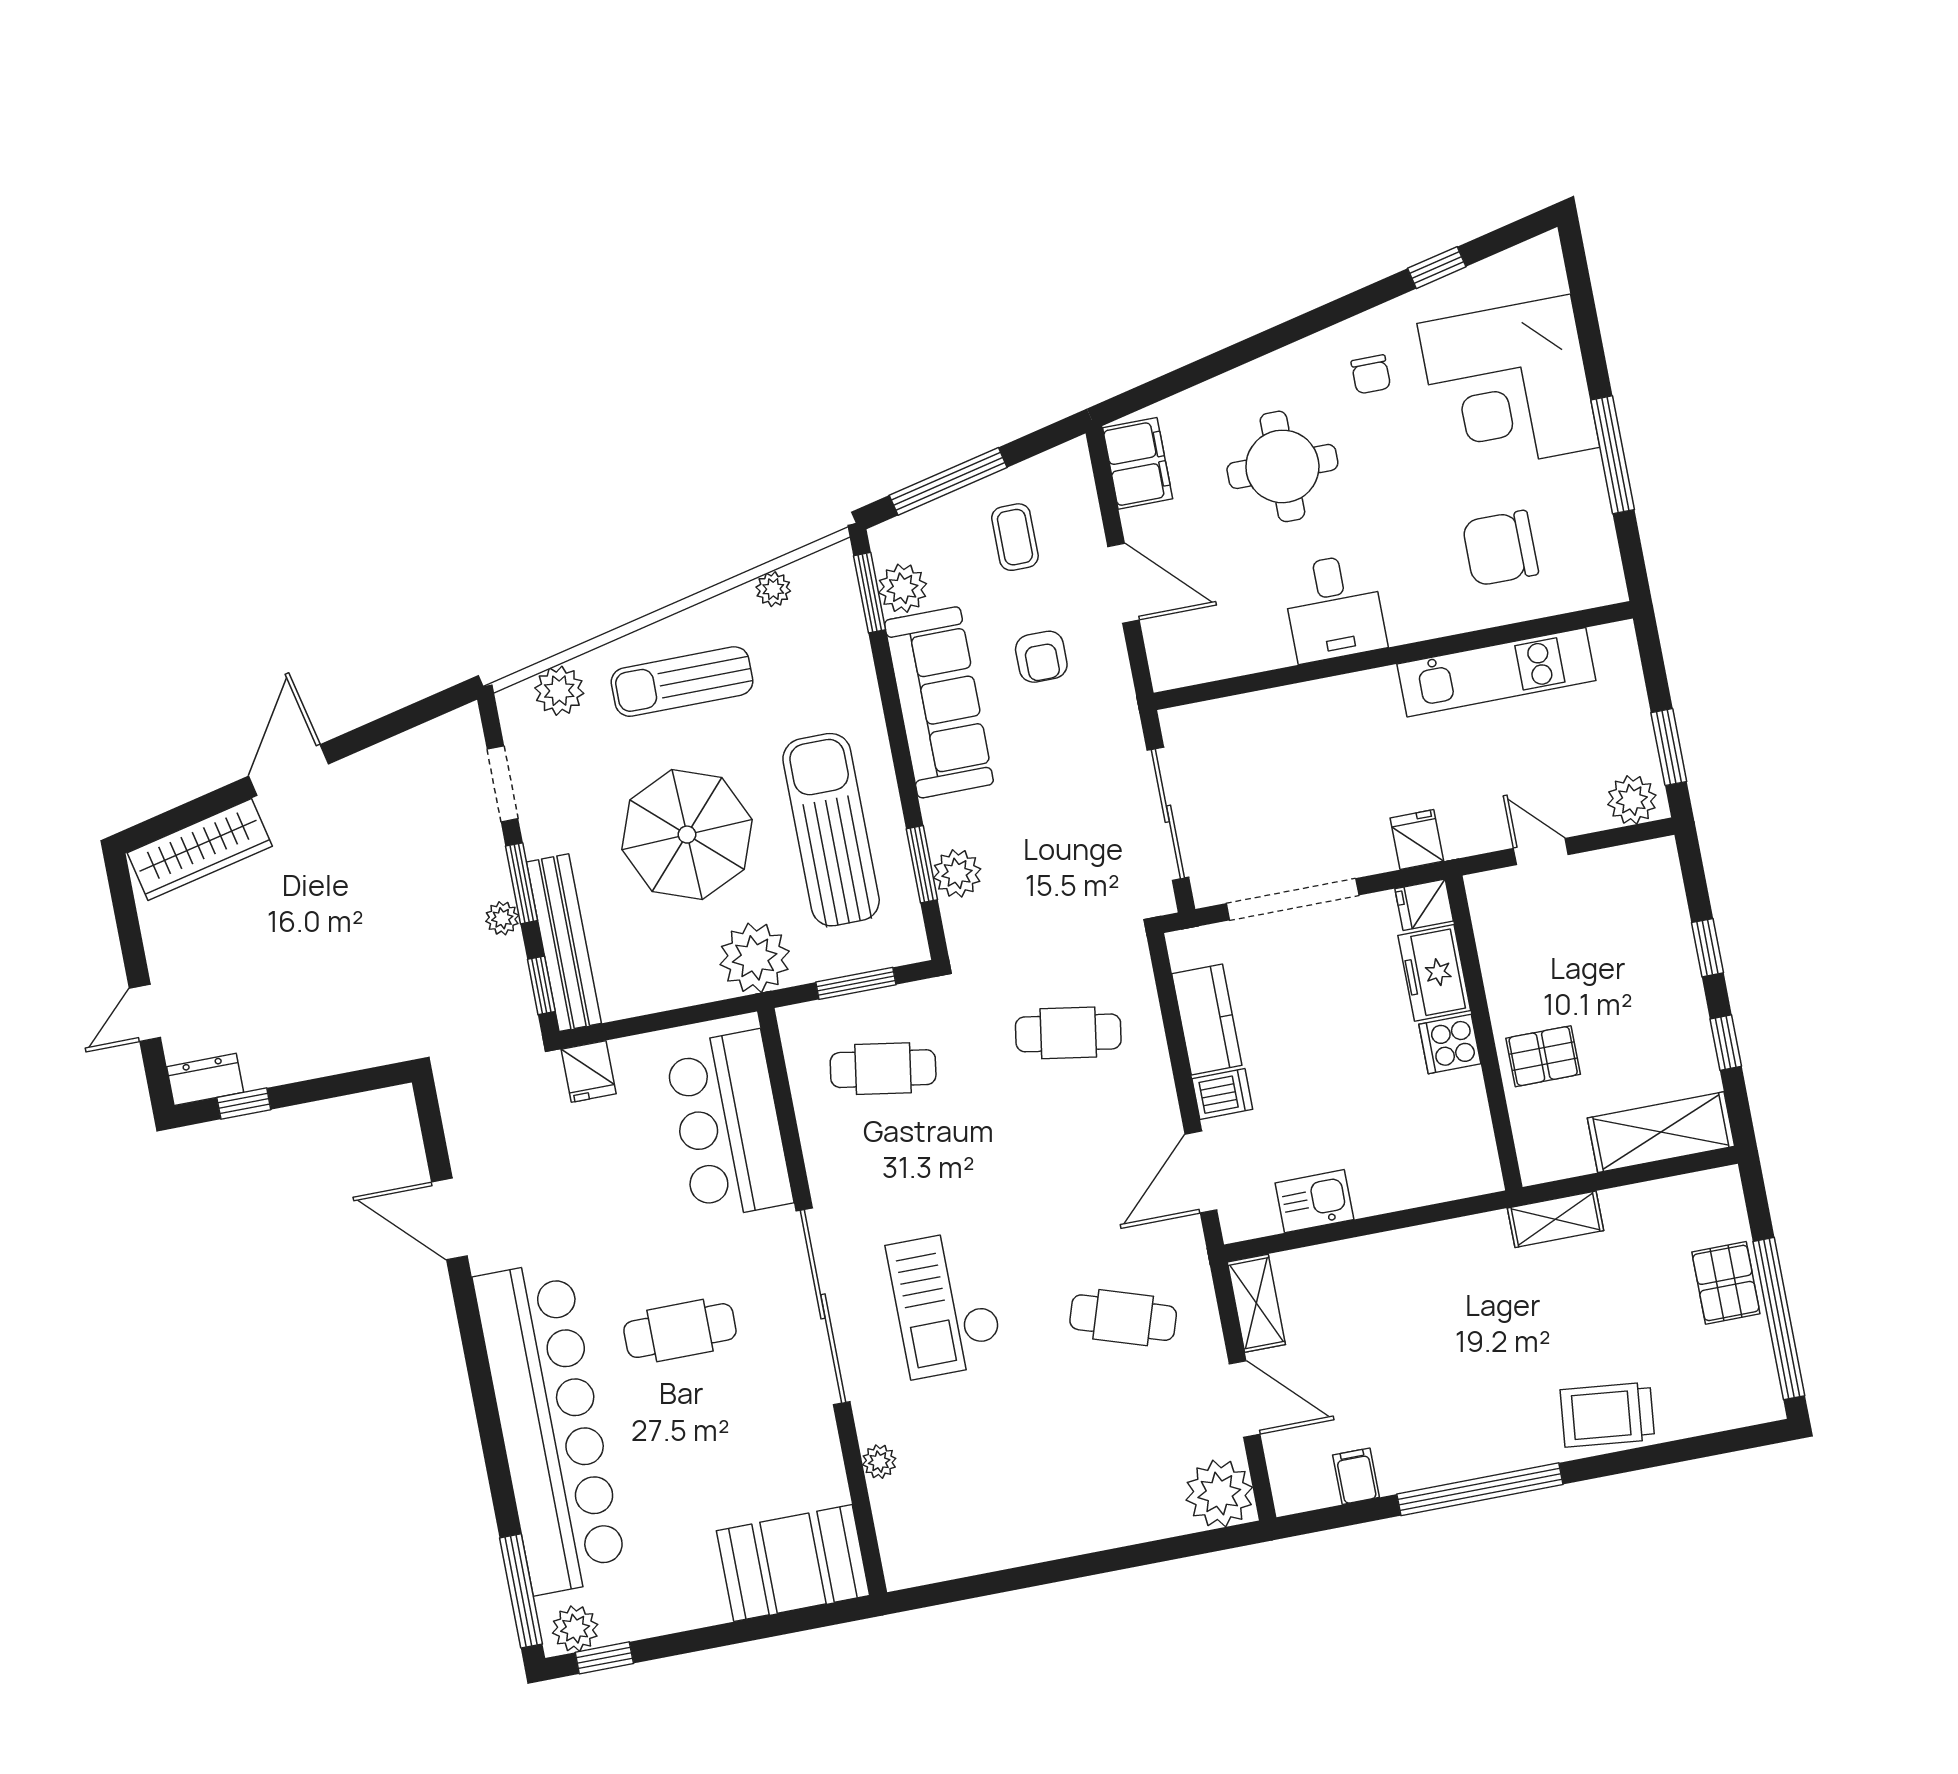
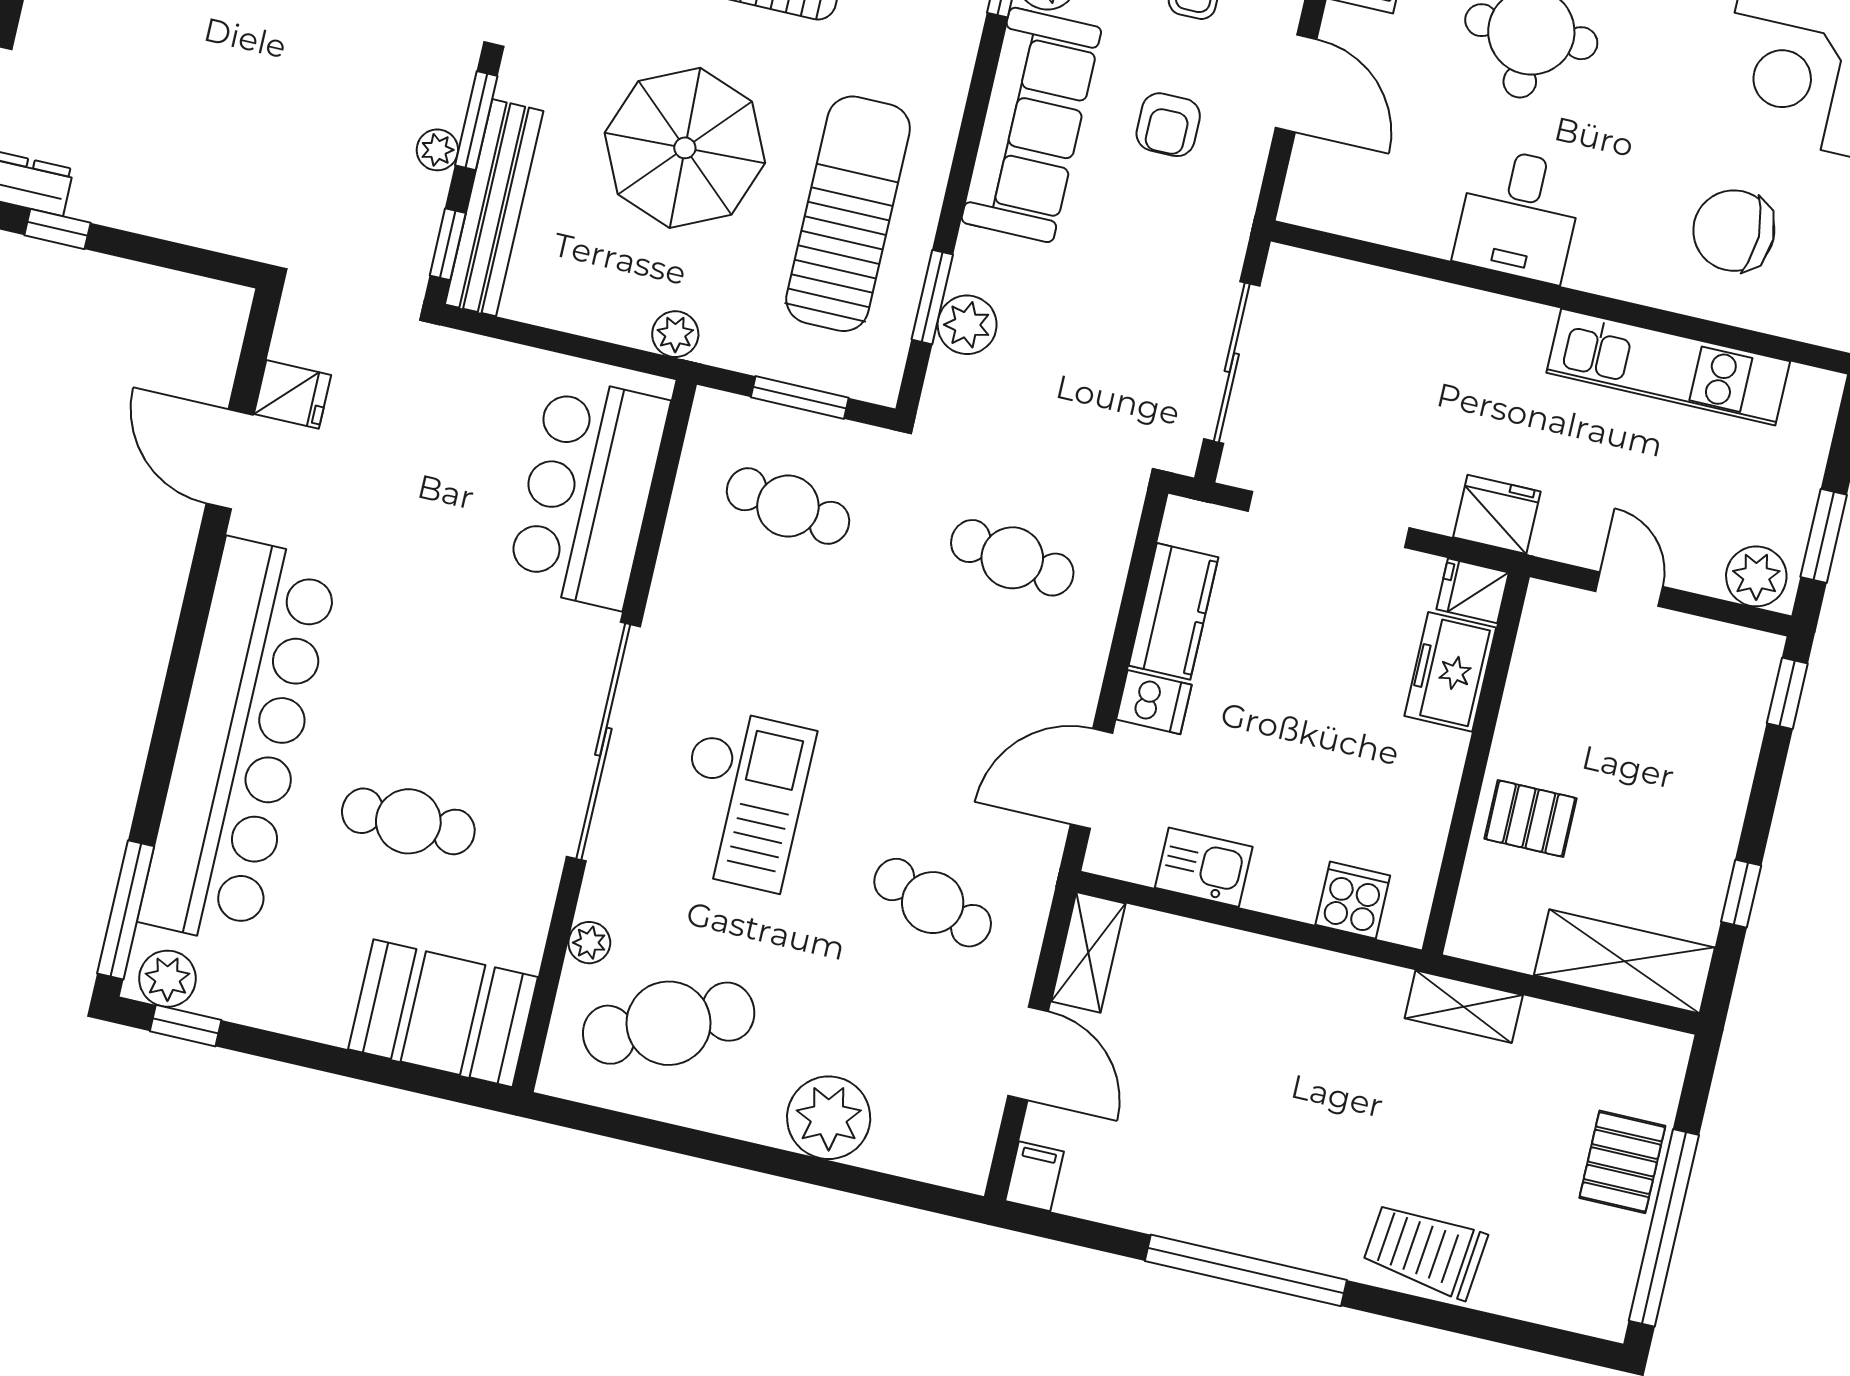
fridge: (1417, 840) -> (1497, 514), width x1.38
window: (1707, 948) -> (1787, 693), moved
plant: (755, 958) -> (675, 334), width x0.53, depth x0.53
cooker: (1450, 1044) -> (1353, 900), moved, turned 90
fridge: (589, 1071) -> (293, 394), moved, turned -90
checkout: (945, 1304) -> (741, 799), turned 180
cafe table: (680, 1331) -> (408, 821), moved
filing cabinet: (1356, 1476) -> (1034, 1176), moved
plant: (1219, 1494) -> (829, 1118), moved
cafe table: (965, 1496) -> (669, 1023), added

